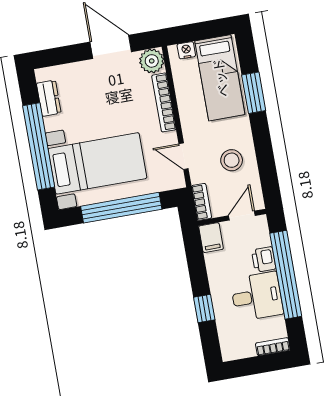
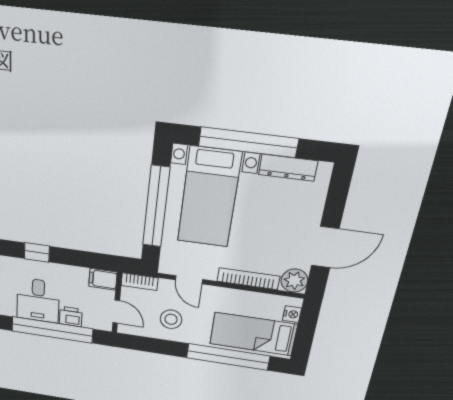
window: (254, 93) -> (228, 357), width x2.11
dresser: (49, 98) -> (288, 168), width x1.44
door: (184, 156) -> (189, 280), swing flipped

